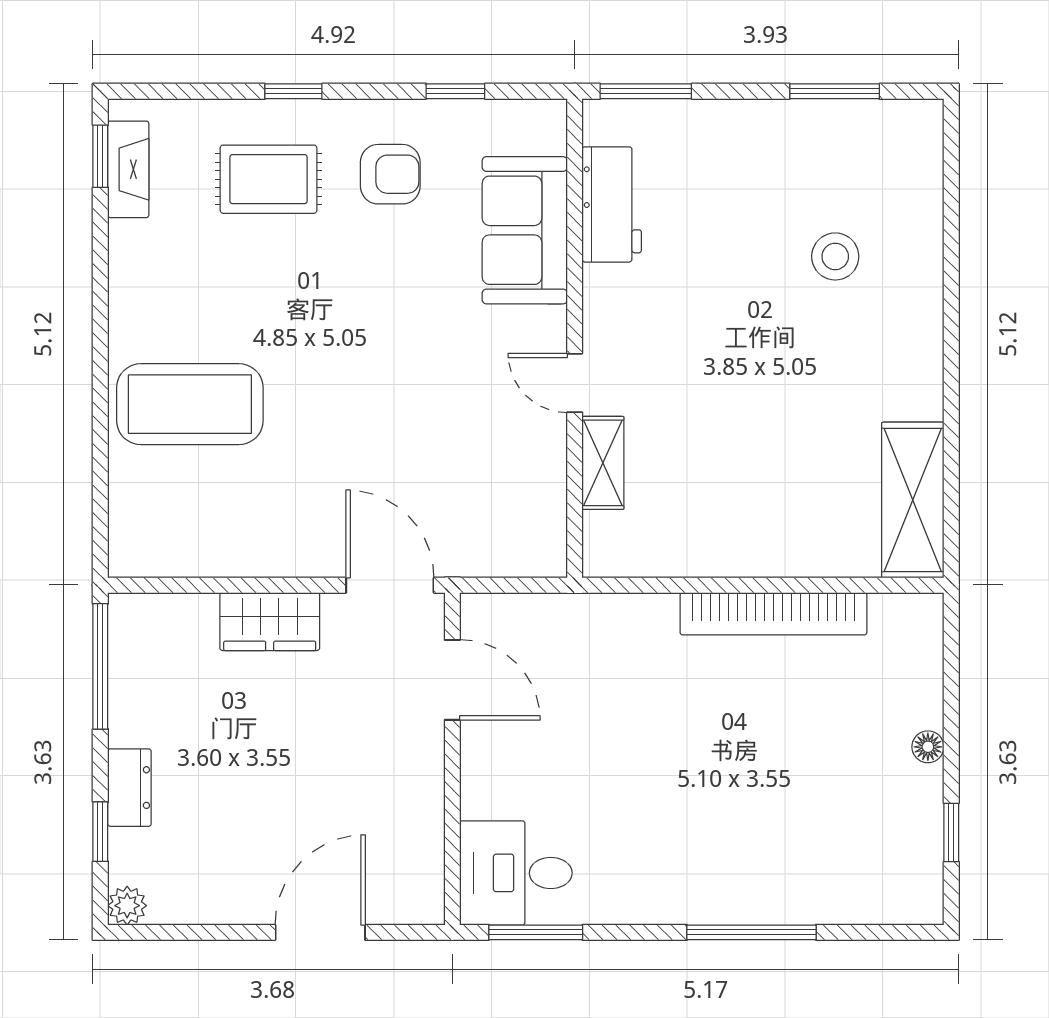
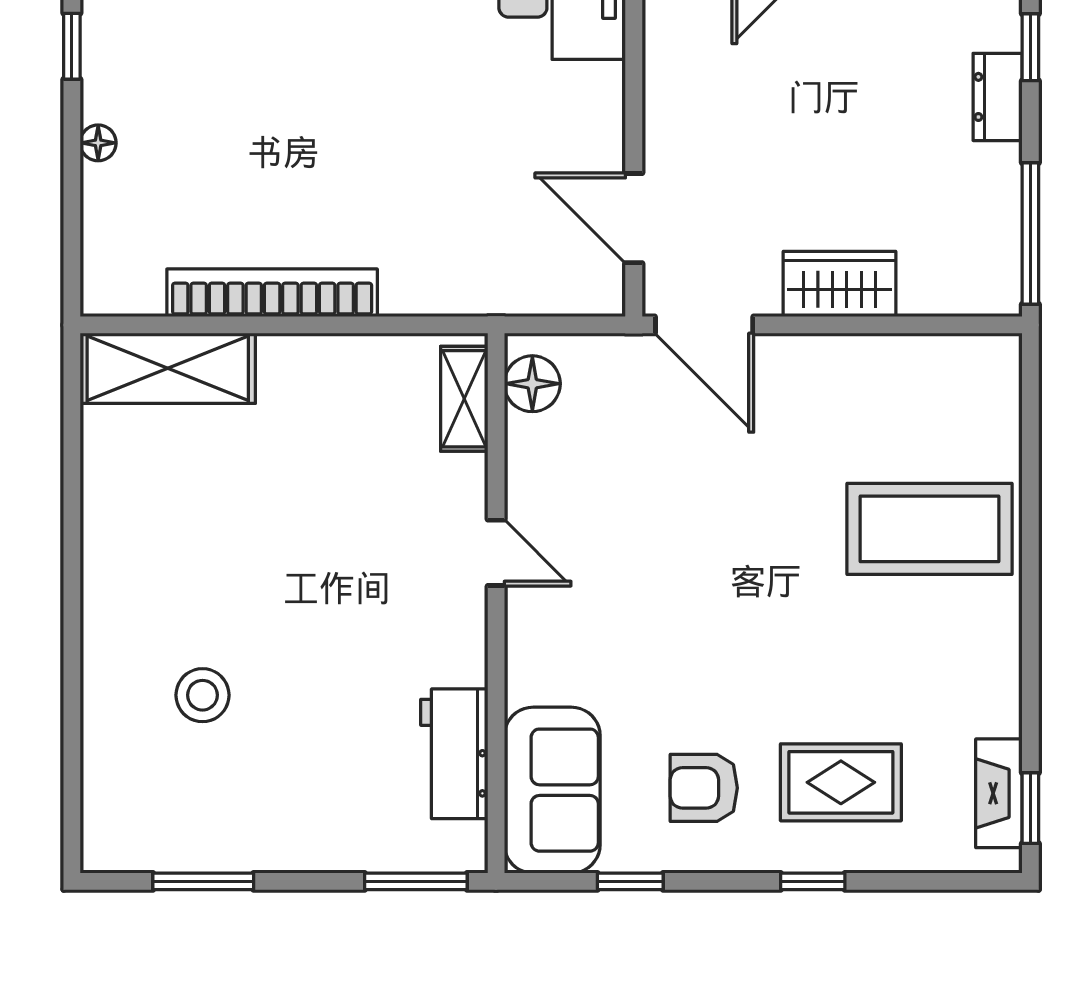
sofa: (525, 230) -> (552, 790), moved
shelving: (603, 463) -> (464, 399), moved
shelving: (913, 500) -> (168, 368), moved, turned 90
floor lamp: (542, 533) -> (532, 384), added

